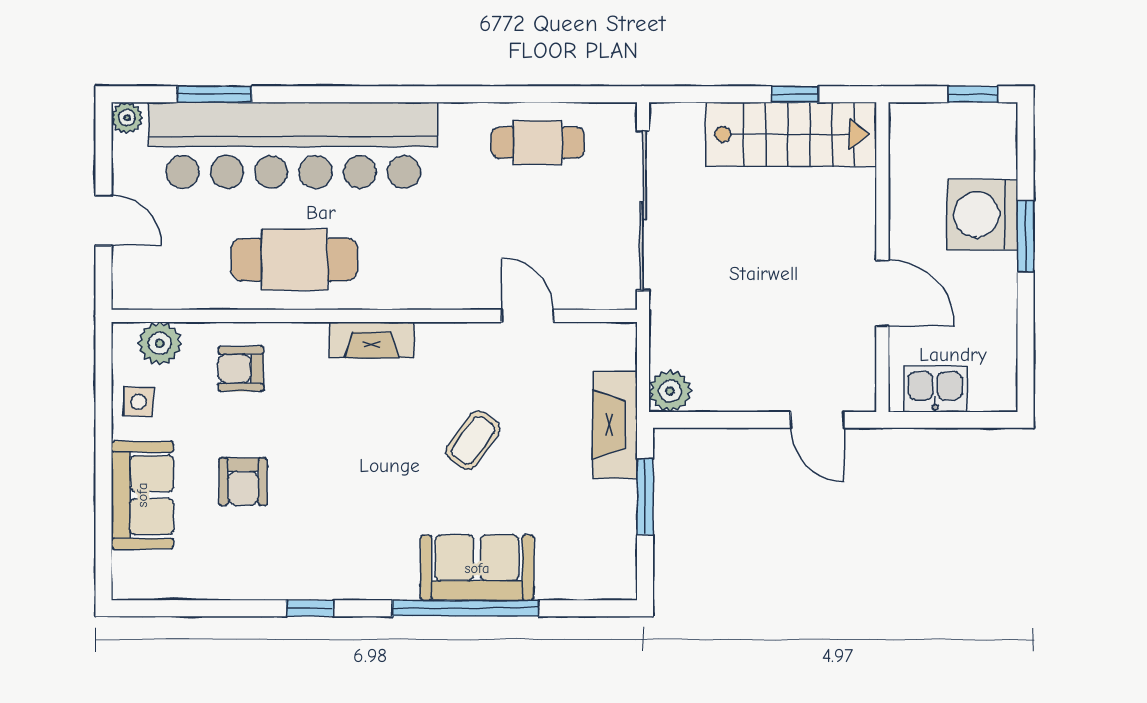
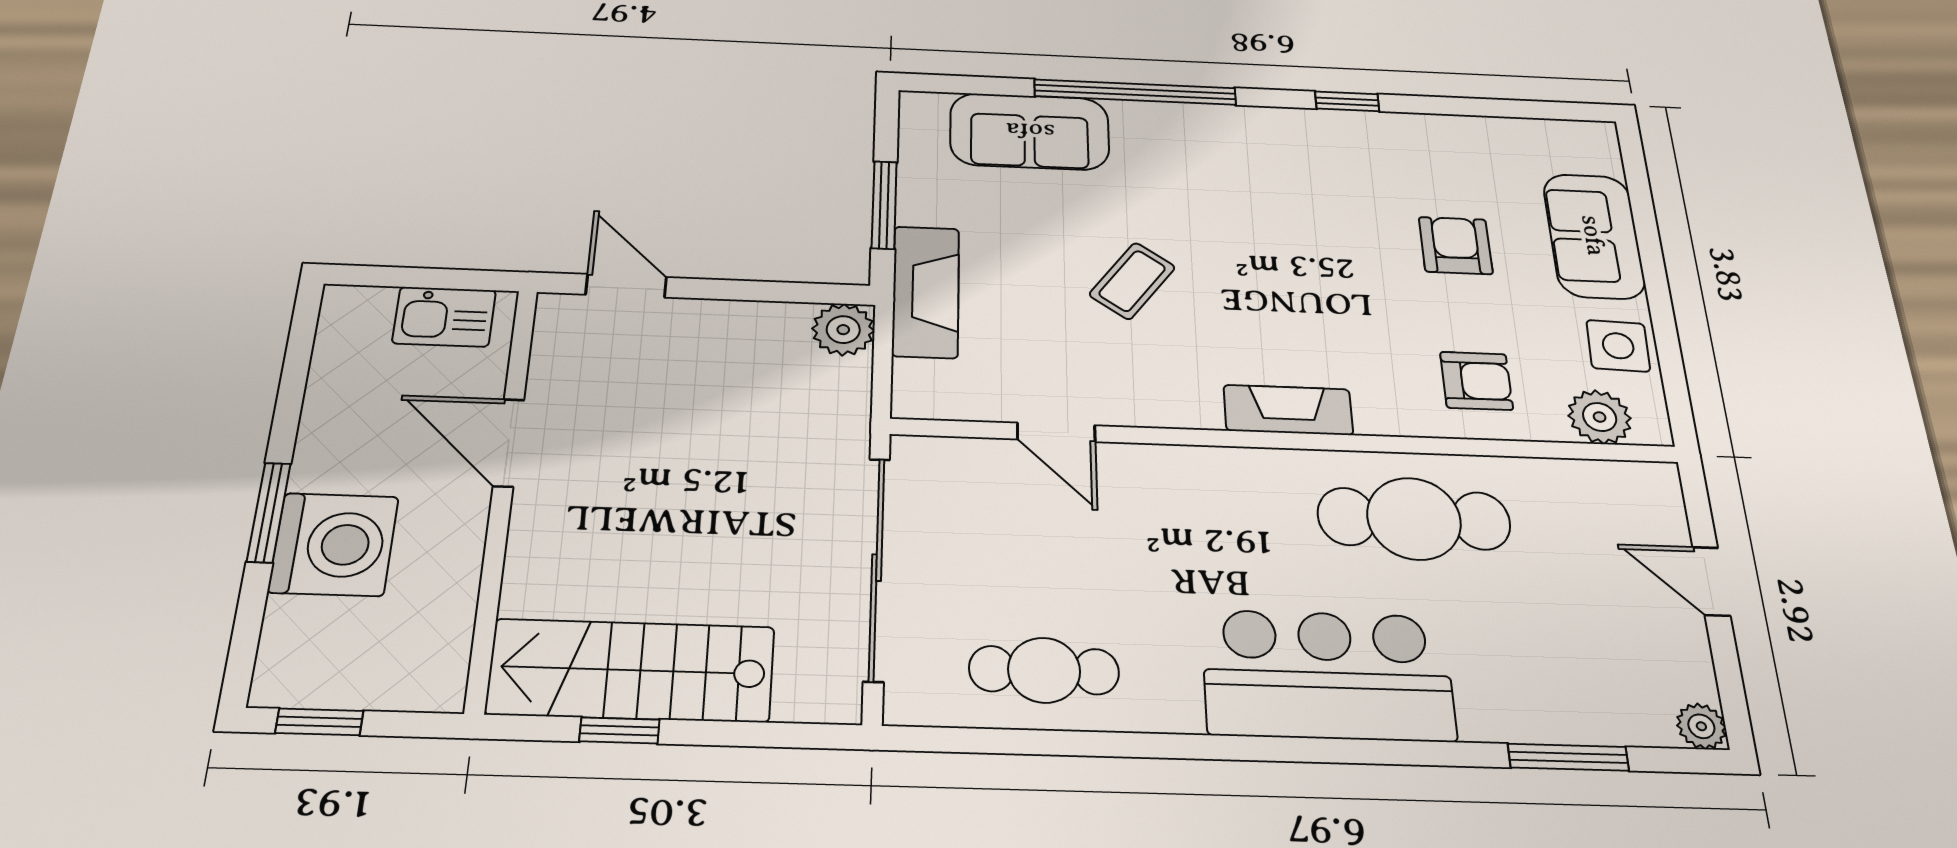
bar counter: (293, 145) -> (1328, 675), width x0.54
side table: (139, 402) -> (1618, 346), width x1.37, depth x1.37
sofa: (477, 568) -> (1030, 131), moved

